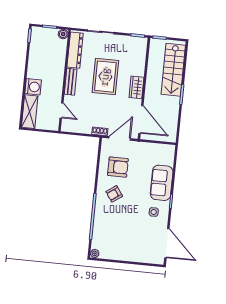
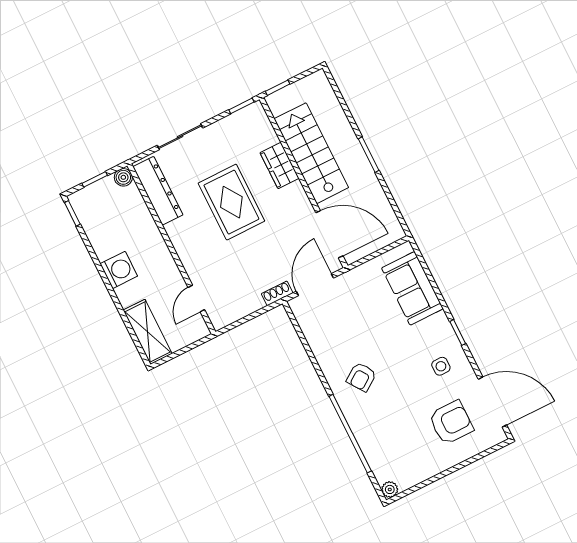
stairs: (173, 70) -> (311, 153), moved, turned 180
bench: (71, 82) -> (182, 245), removed
washing machine: (33, 87) -> (119, 270), moved
wardrobe: (136, 87) -> (279, 166), moved
door: (61, 110) -> (196, 299), swing flipped
armchair: (118, 167) -> (451, 422), moved
sofa: (162, 183) -> (412, 288), moved

